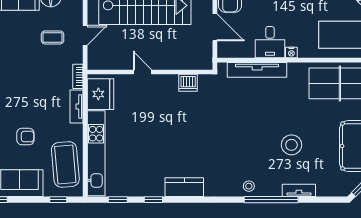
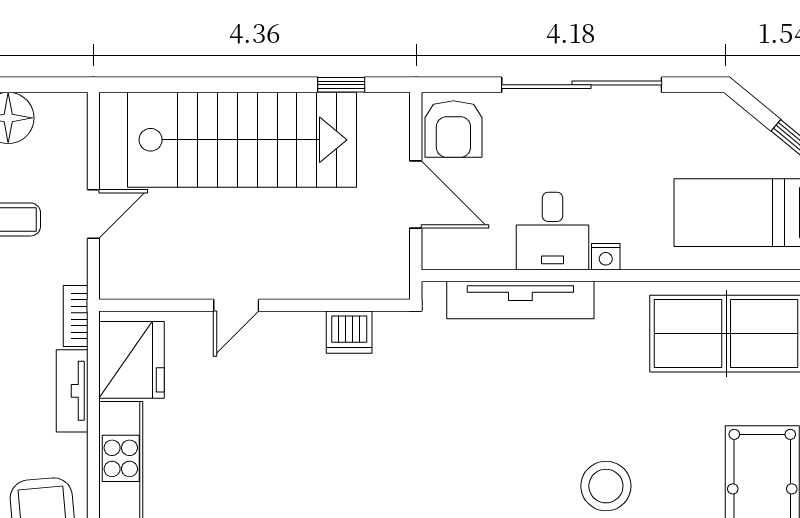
door: (142, 72) -> (236, 305), swing flipped

